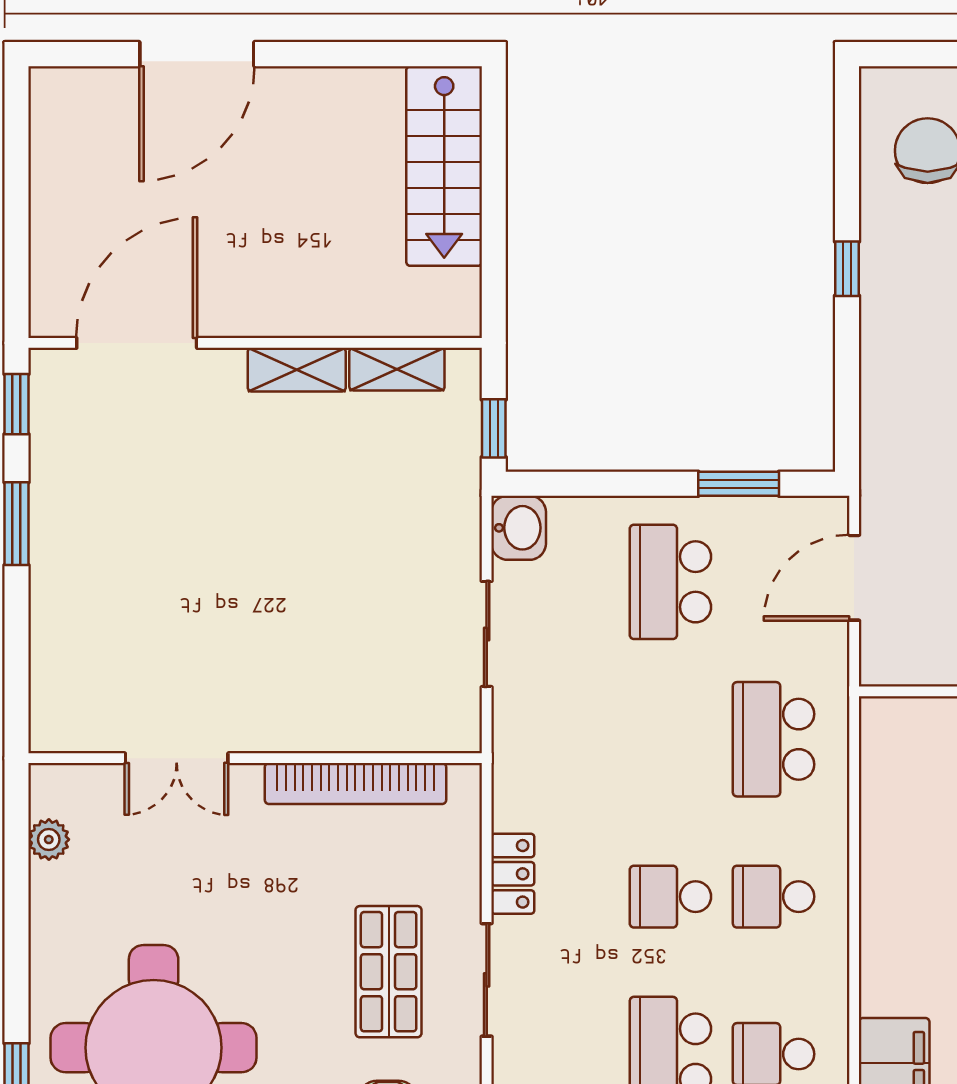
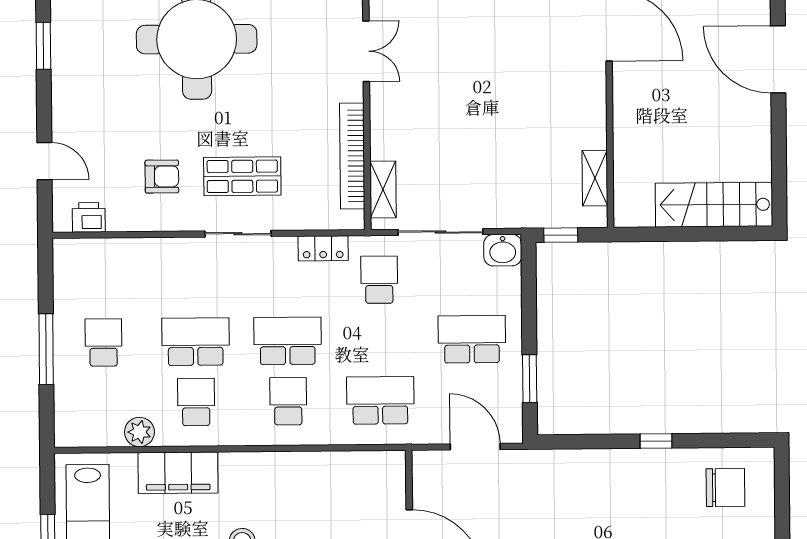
shelving: (297, 370) -> (383, 189), moved
sliding door: (487, 634) -> (440, 232), width x1.37
school desk: (567, 739) -> (379, 280), added
double door: (177, 758) -> (366, 51), swing flipped
locker: (513, 874) -> (323, 248), moved
school desk: (670, 897) -> (288, 341), width x1.85

